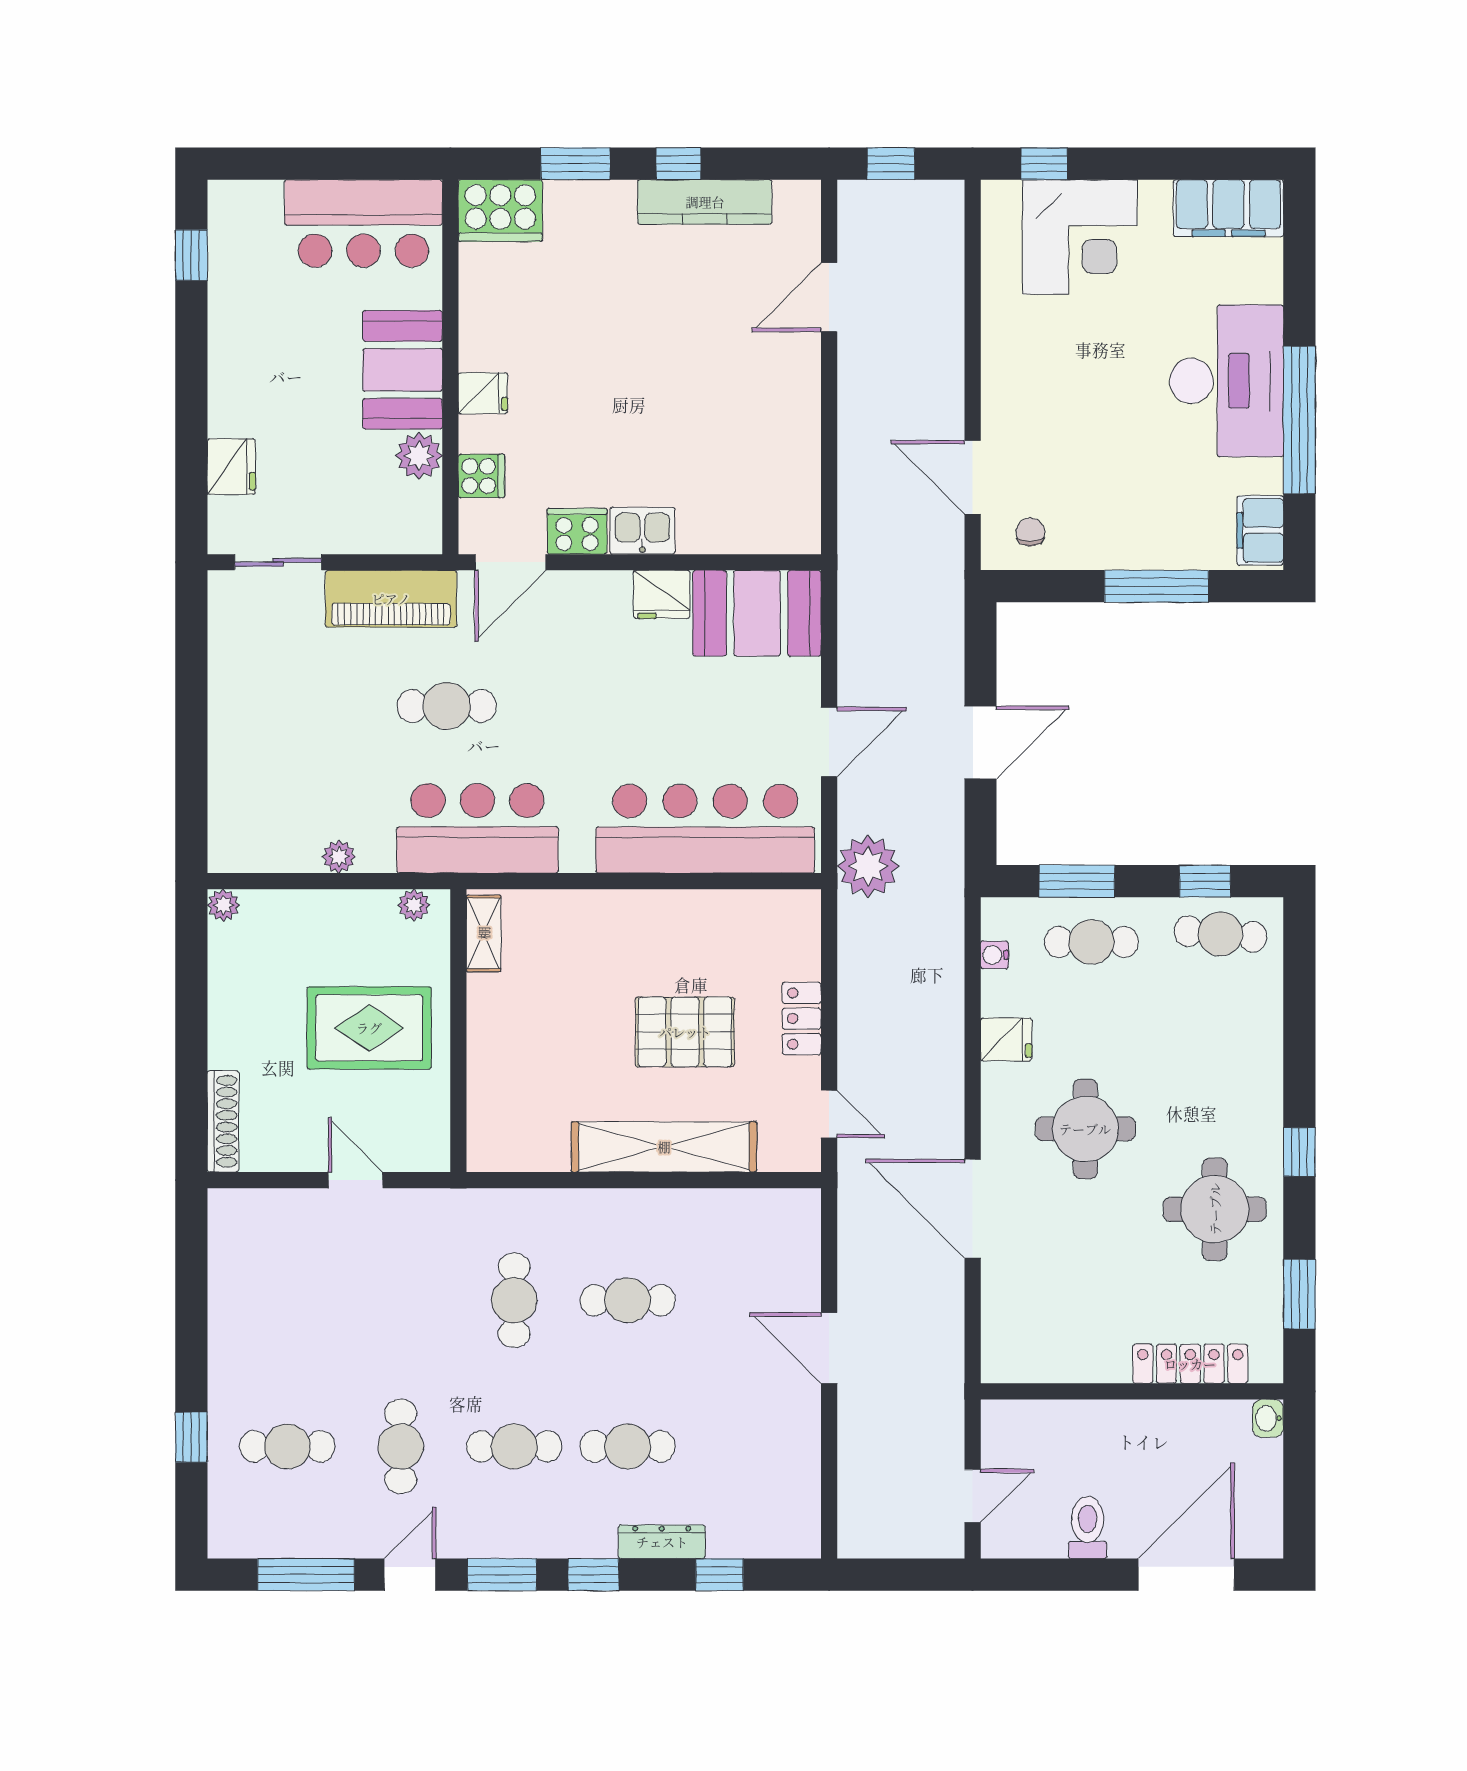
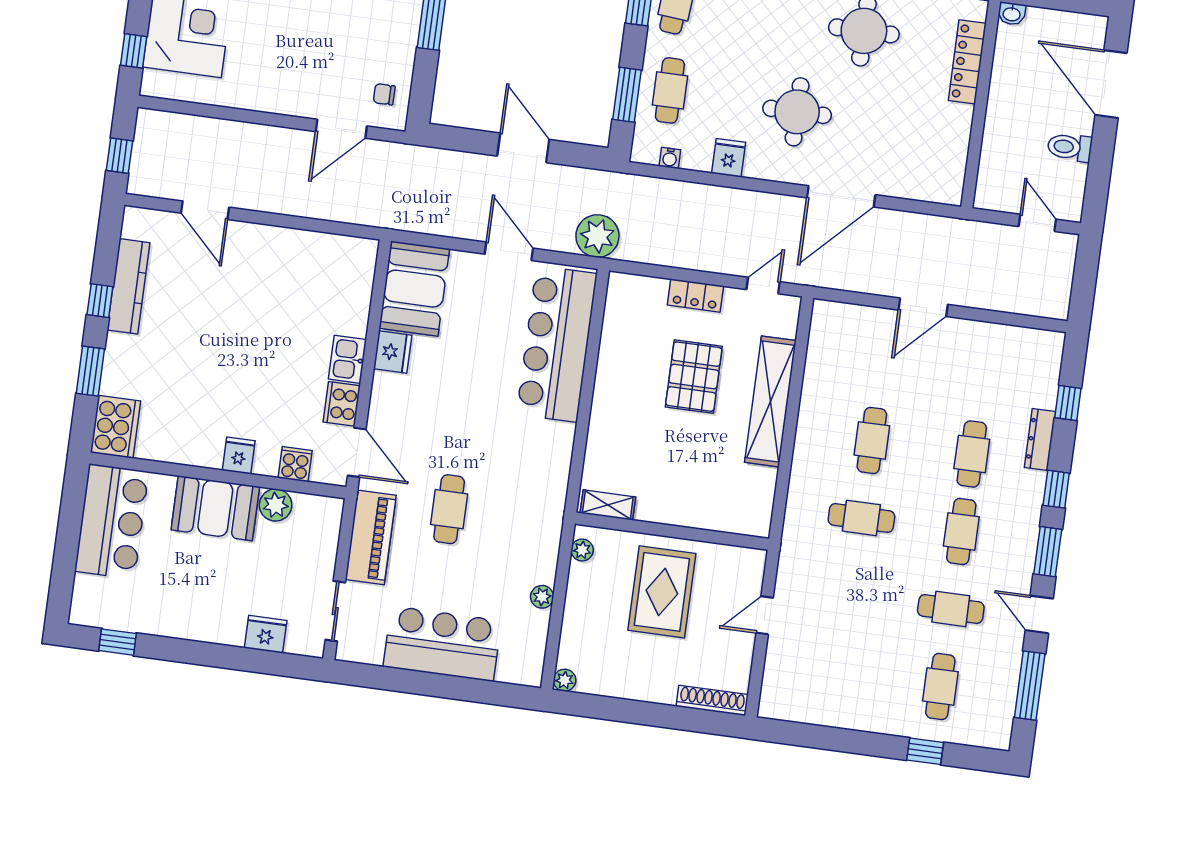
bar counter: (477, 828) -> (442, 644), moved, turned 90

